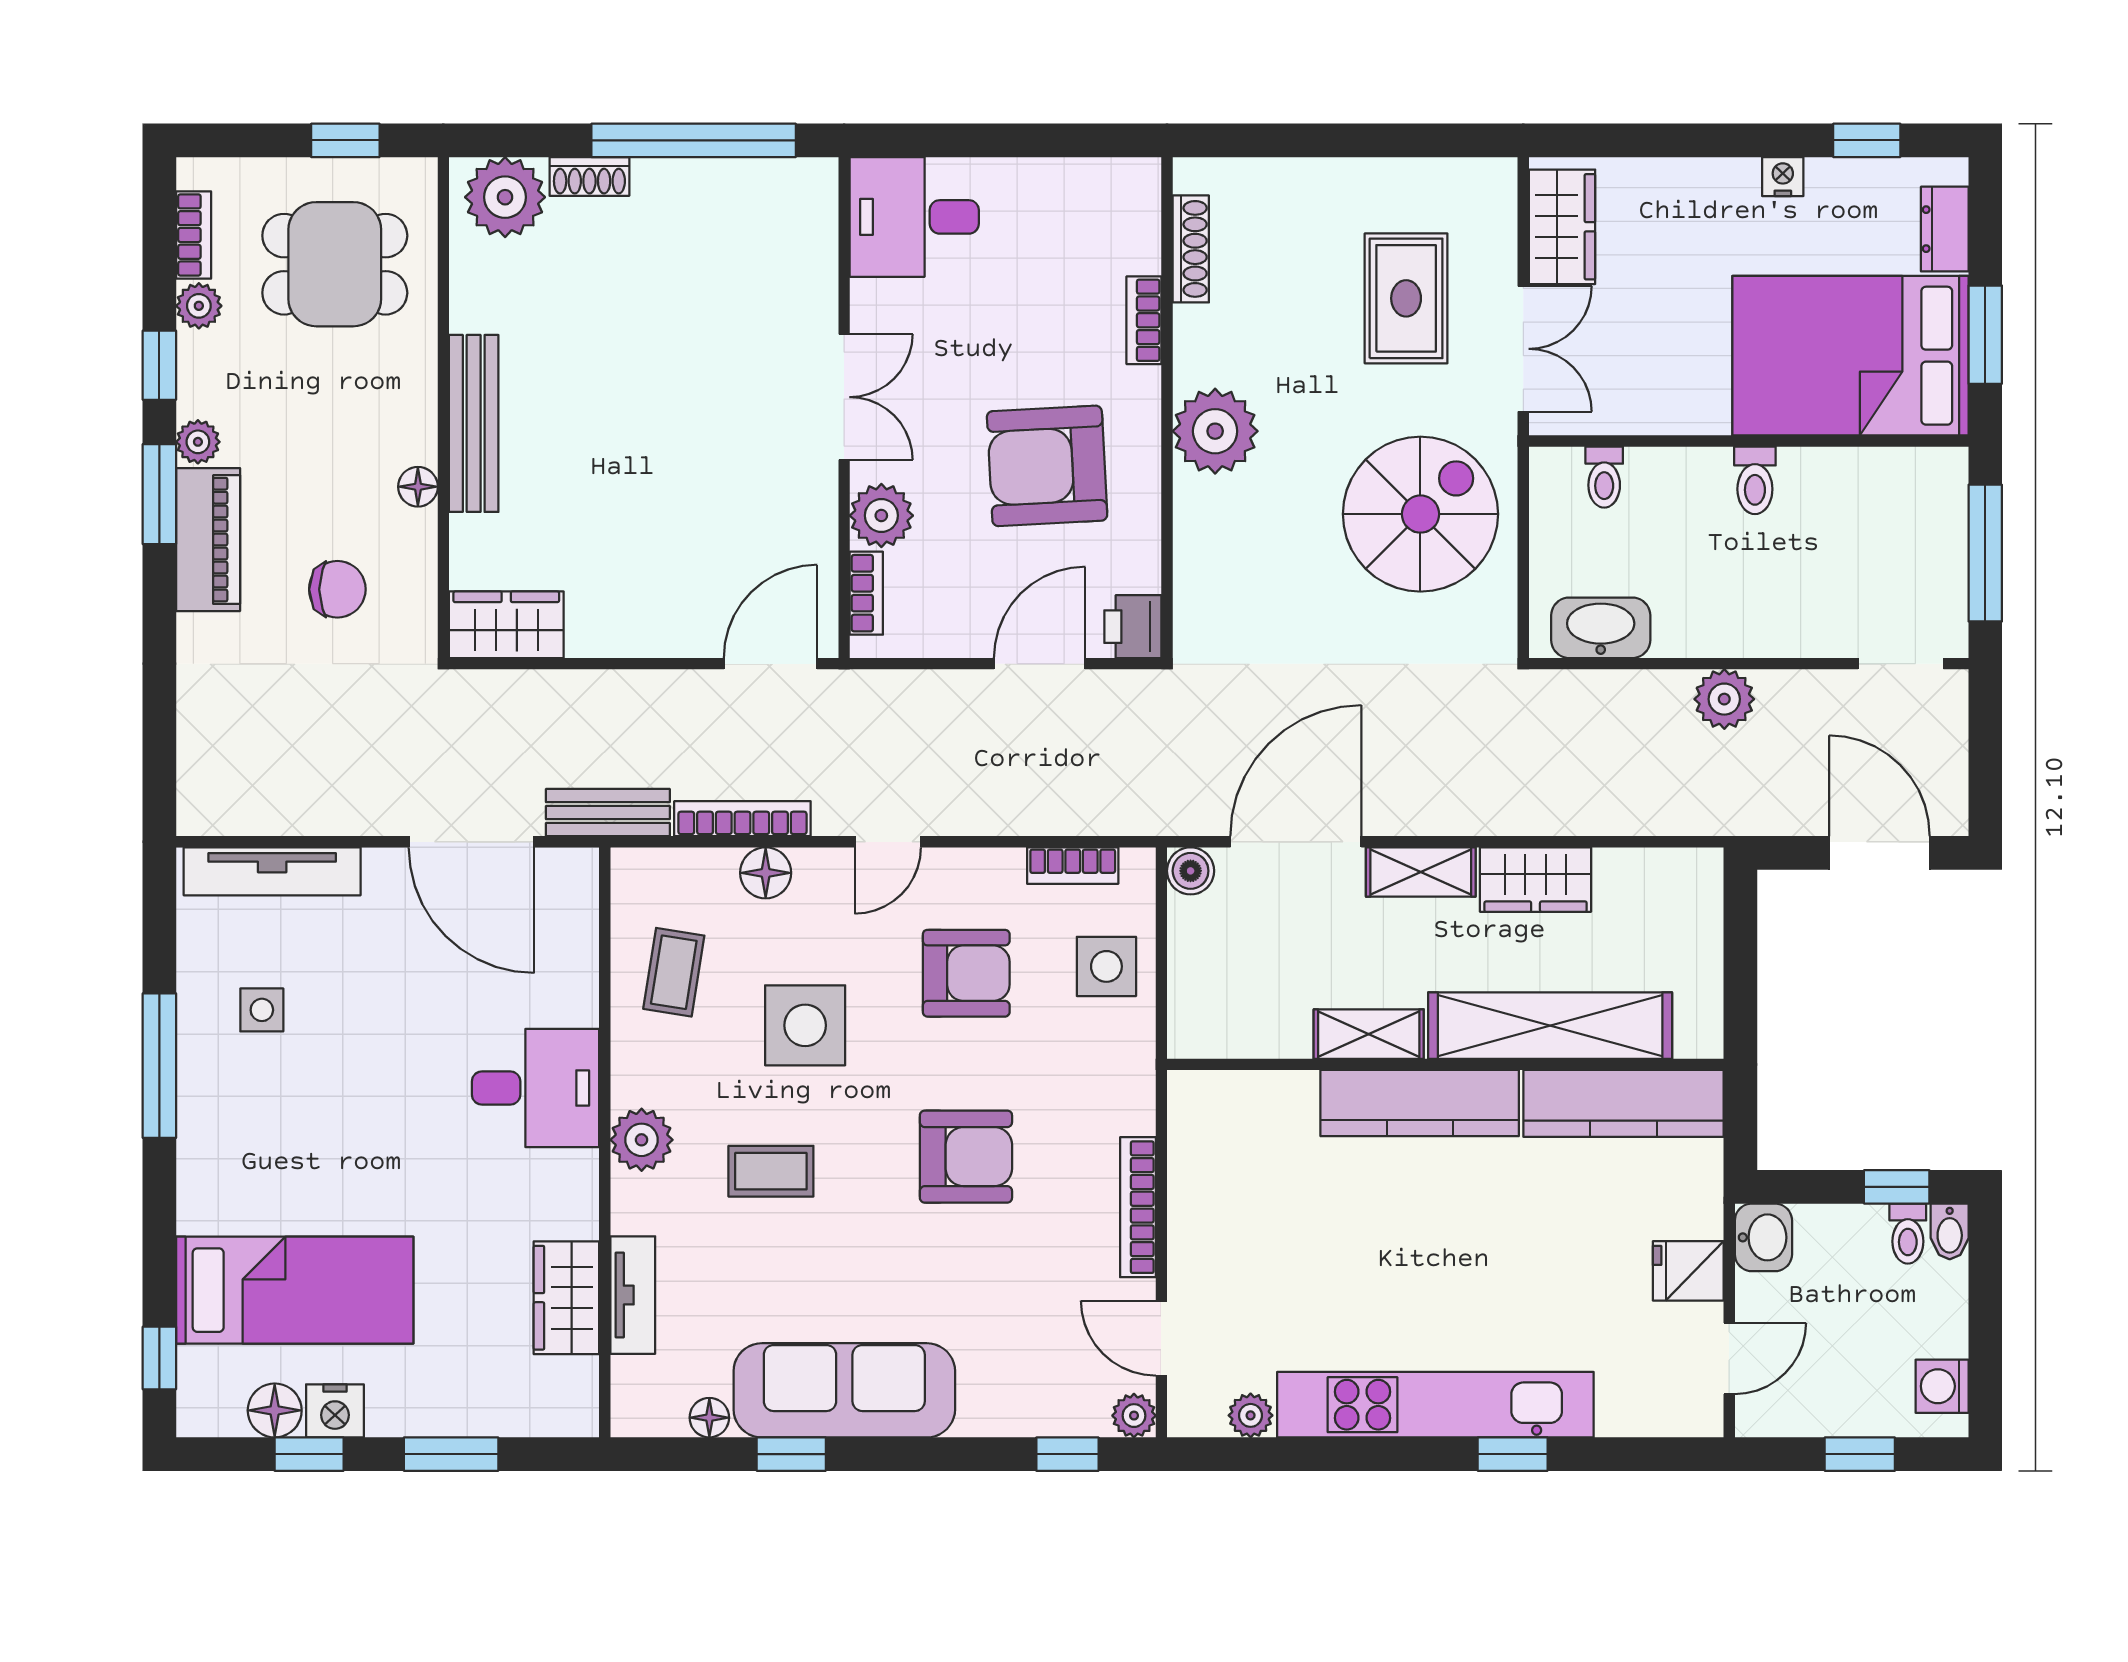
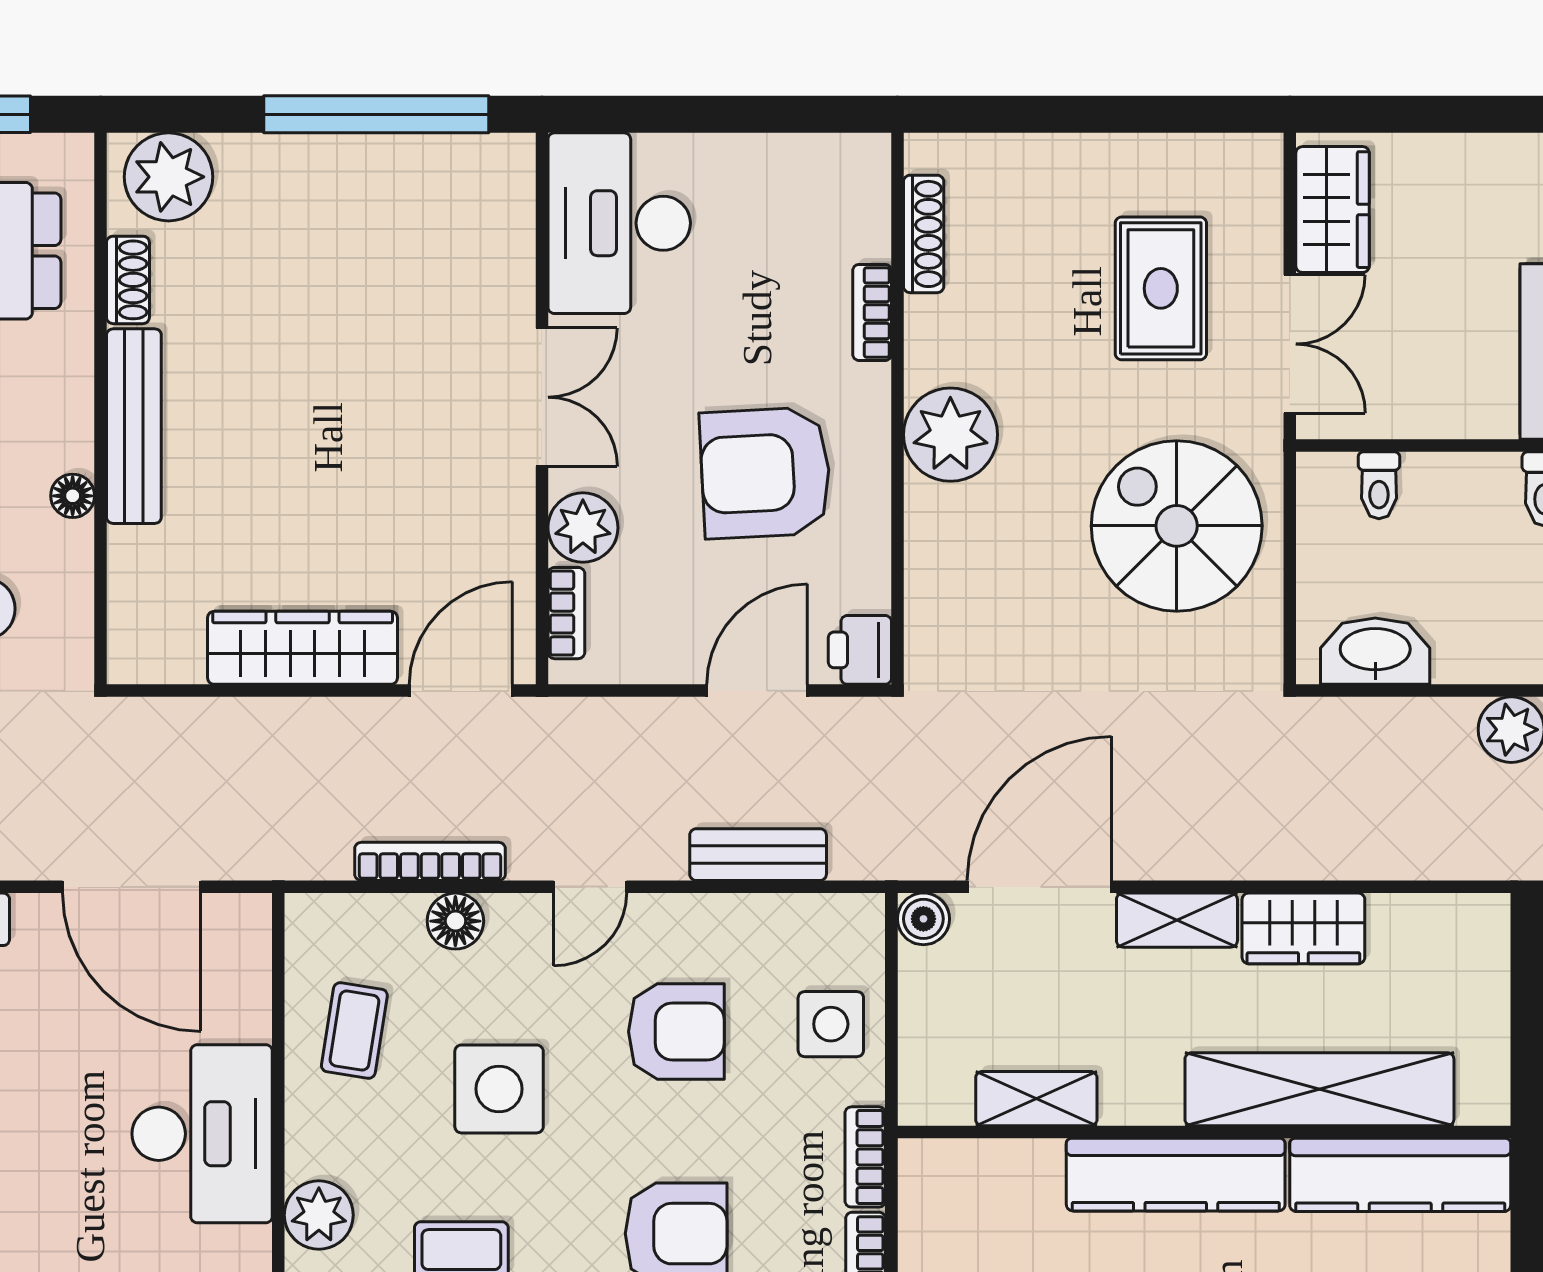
shoe rack: (589, 176) -> (128, 280), moved, turned -90
desk: (914, 217) -> (619, 223), width x1.37
spiral stairs: (1420, 514) -> (1177, 526), turned -90
wardrobe: (506, 625) -> (303, 648), moved, width x1.50
bench: (608, 813) -> (758, 855), moved
bookcase: (1073, 866) -> (865, 1157), moved, turned 90
shelving: (1369, 1034) -> (1036, 1099), moved
desk: (536, 1088) -> (202, 1134), width x1.37

